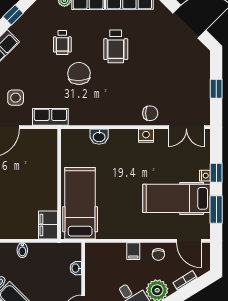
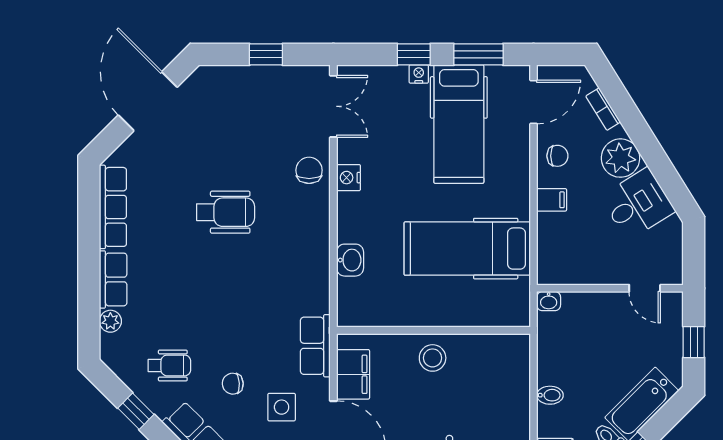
wheelchair: (62, 43) -> (169, 365), moved
wheelchair: (116, 46) -> (226, 212), moved
chair: (79, 73) -> (233, 384), moved, width x0.54, depth x0.54
stool: (44, 183) -> (433, 358), added
hospital bed: (80, 203) -> (467, 249), moved
filing cabinet: (48, 225) -> (353, 374), moved, turned -90
washbasin: (76, 268) -> (549, 301), moved

